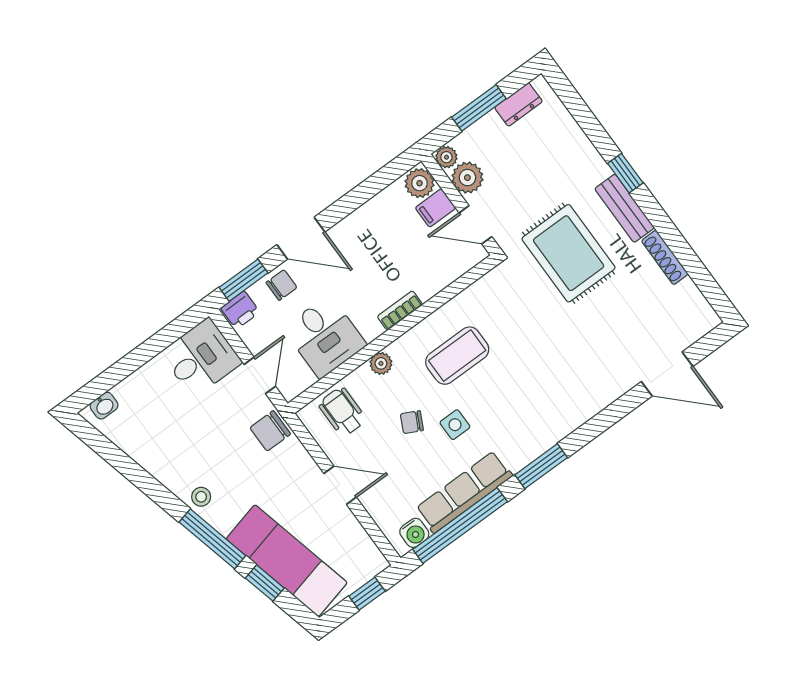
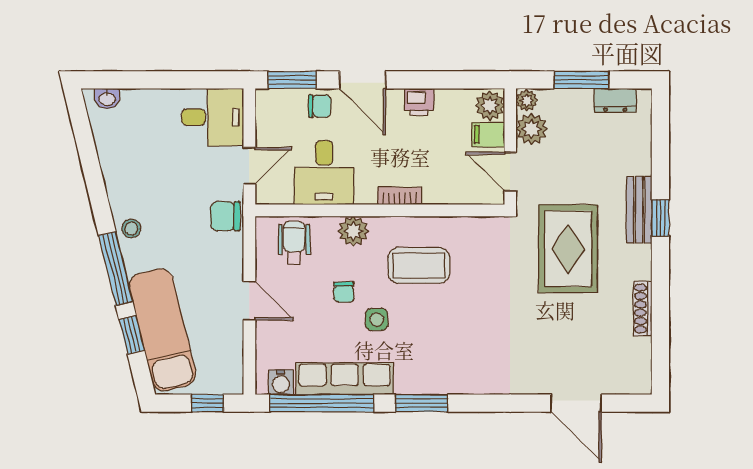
bench: (625, 208) -> (639, 210), moved
printer: (240, 310) -> (419, 102), moved
plant: (381, 363) -> (353, 231), width x1.38, depth x1.38
chair: (412, 422) -> (344, 292), turned -117

